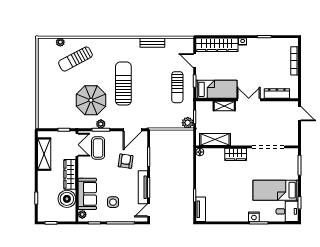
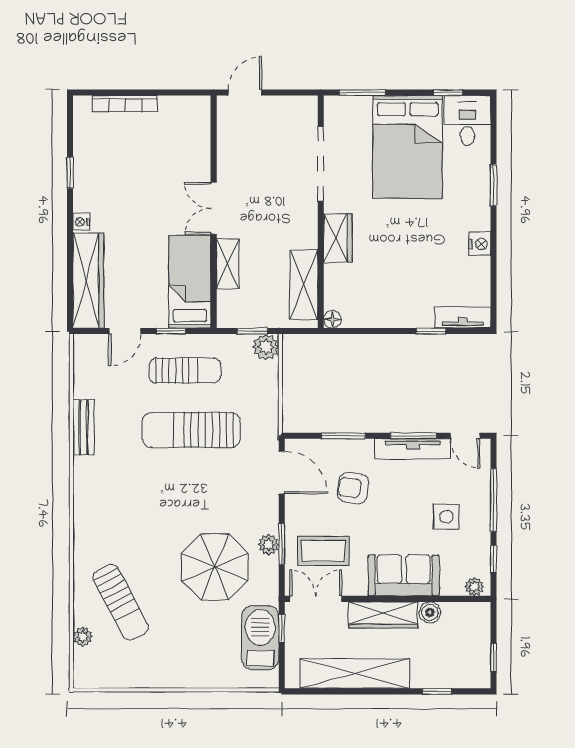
sun lounger: (123, 84) -> (191, 430), moved
dresser: (277, 94) -> (200, 144), removed
barbecue: (60, 120) -> (260, 638), added
shelving: (44, 154) -> (355, 674), width x1.47
bed: (276, 190) -> (408, 147), width x1.50
sofa: (87, 194) -> (404, 575), moved
boiler: (67, 199) -> (430, 612), width x0.54, depth x0.54
nightstand: (254, 217) -> (480, 244), moved

